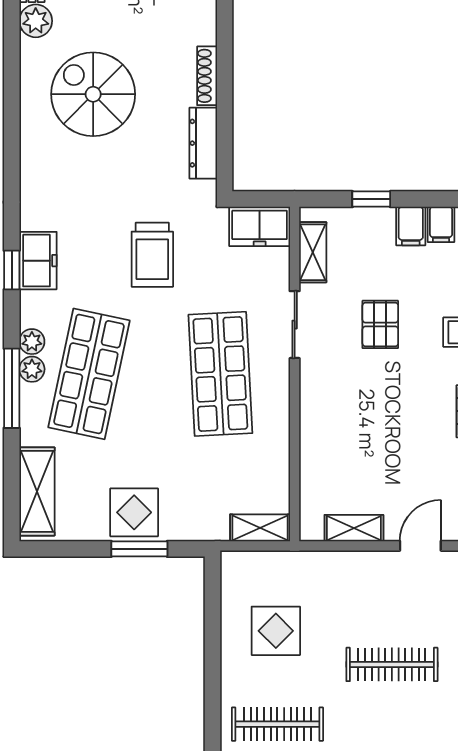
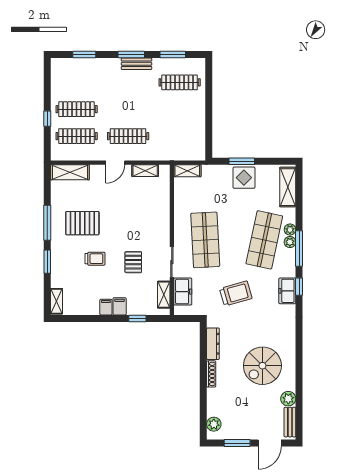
spiral stairs: (93, 94) -> (262, 366), turned 90
freezer: (260, 226) -> (183, 292), moved, turned 90
trolley: (152, 255) -> (236, 294), turned 74
plant: (32, 342) -> (290, 230), moved
window: (12, 388) -> (299, 248), moved
display table: (276, 631) -> (180, 124), removed
clothes rail: (392, 664) -> (128, 136), moved

